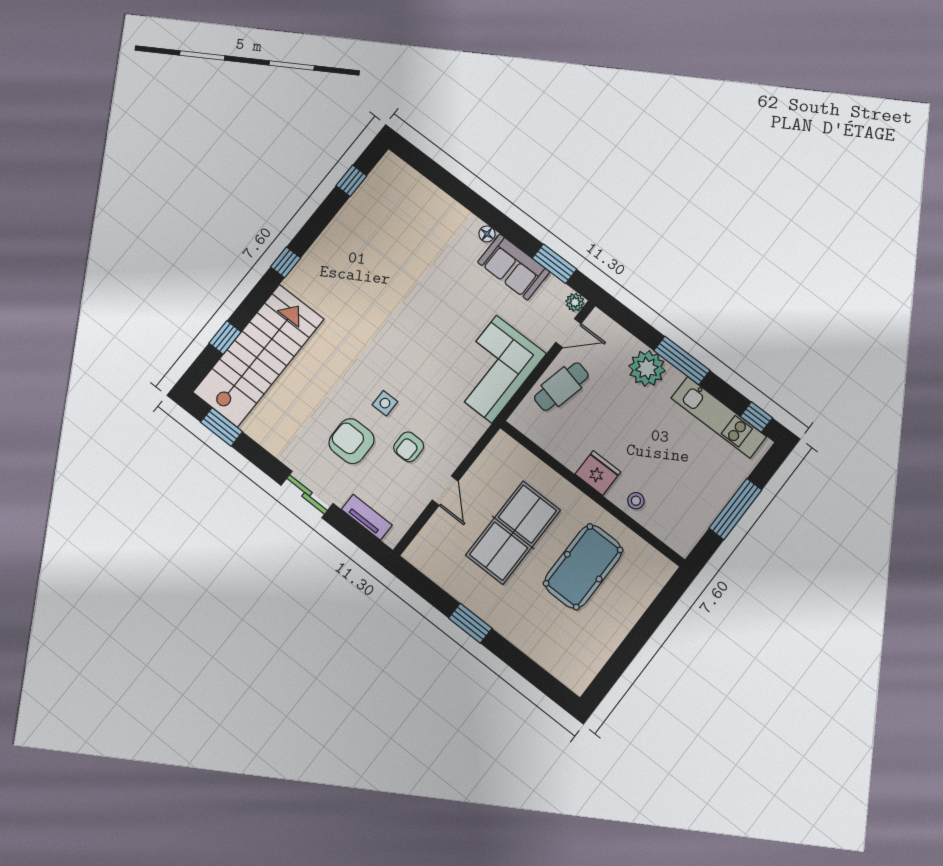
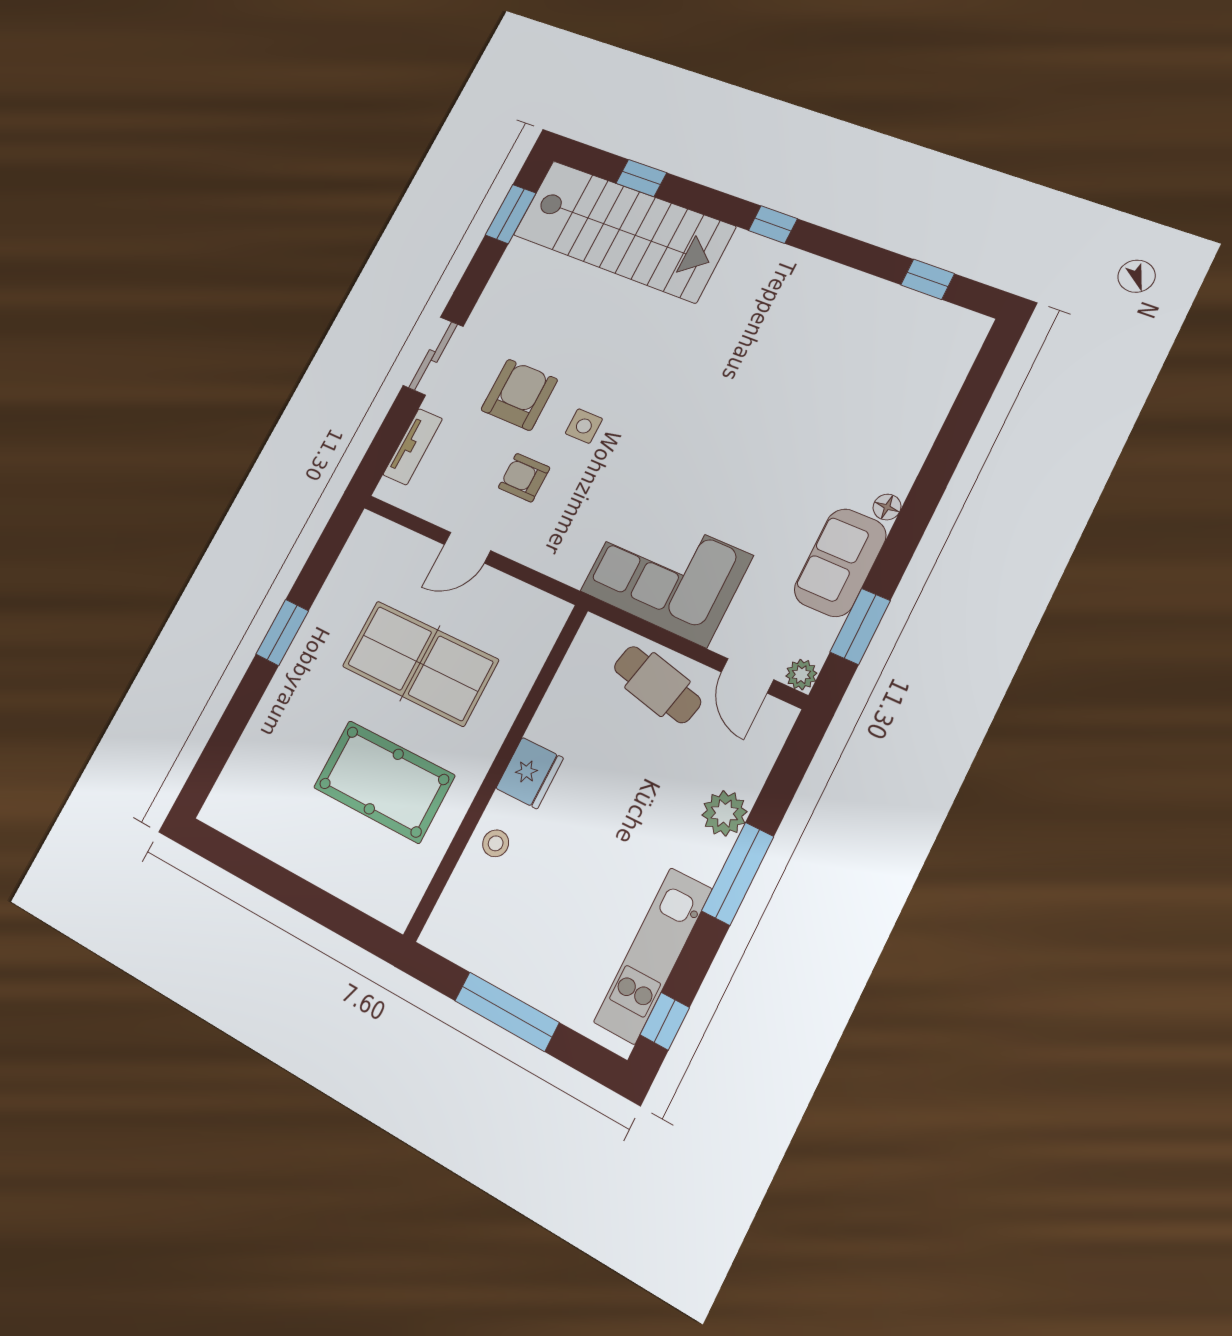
plant: (647, 368) -> (724, 813), width x0.73, depth x0.73

